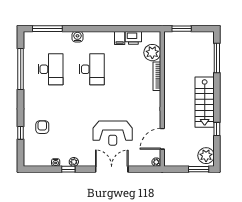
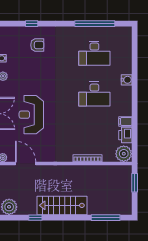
window: (47, 29) -> (135, 50), removed
plant: (152, 53) -> (124, 154), moved

